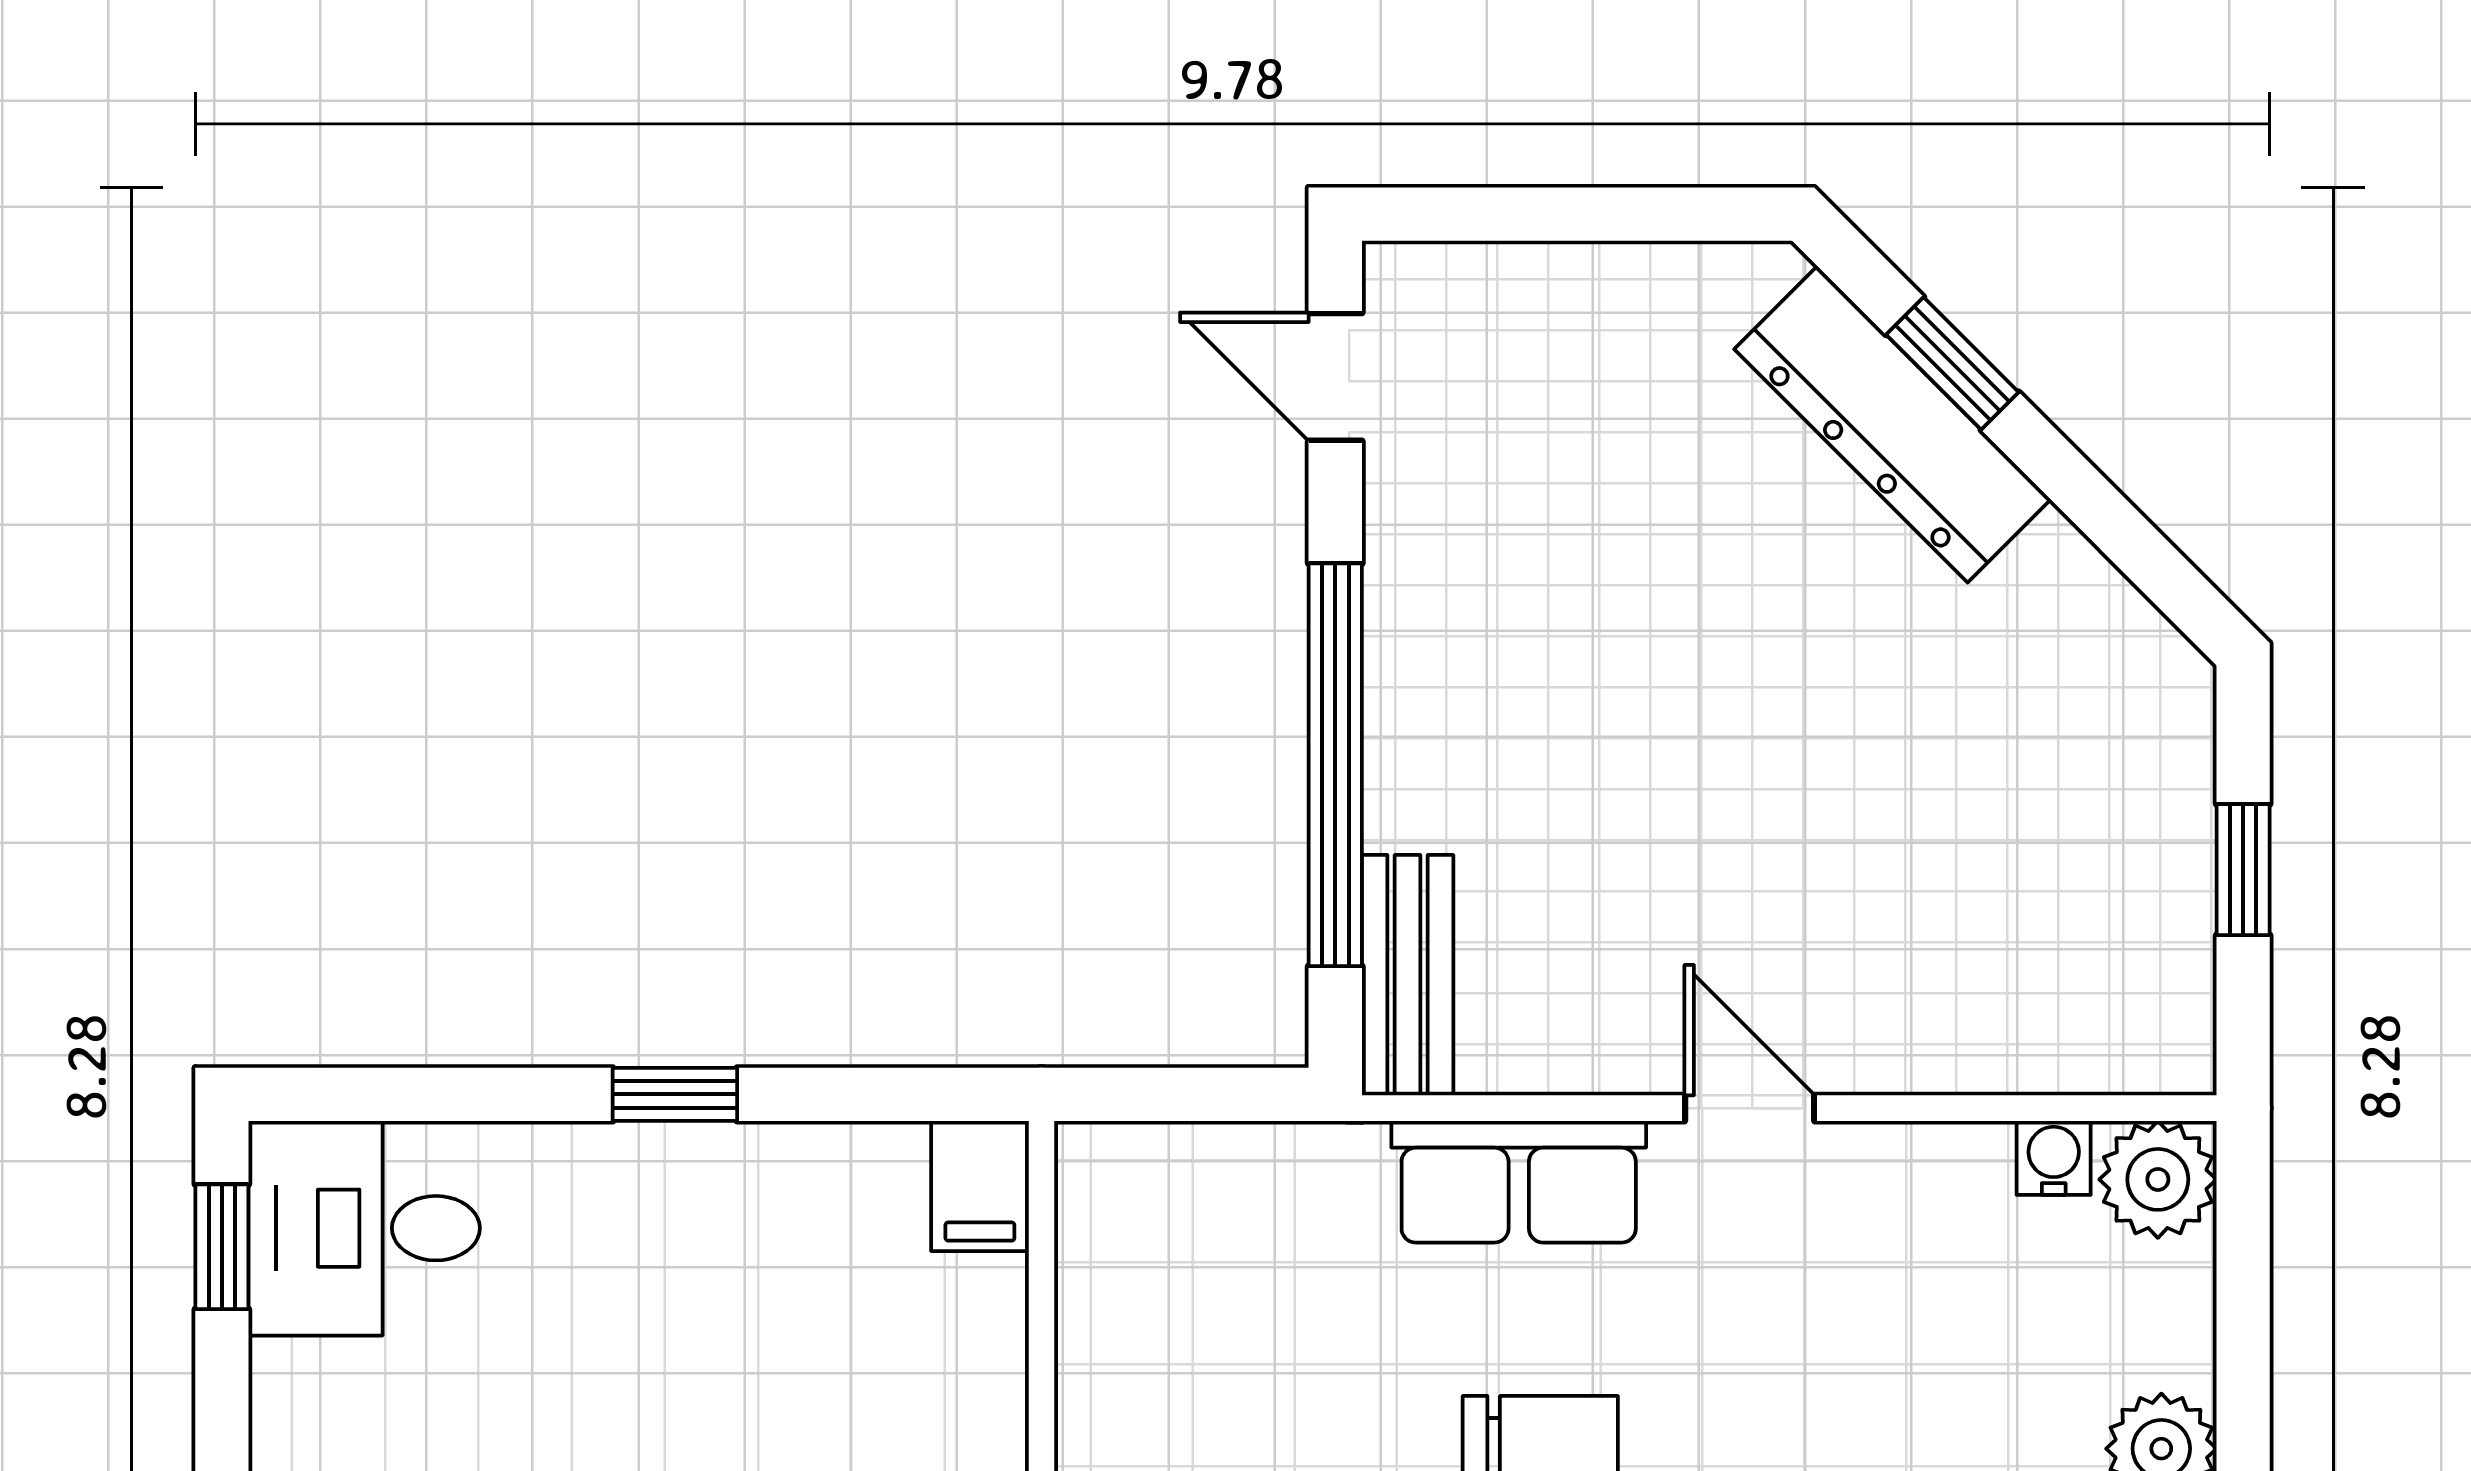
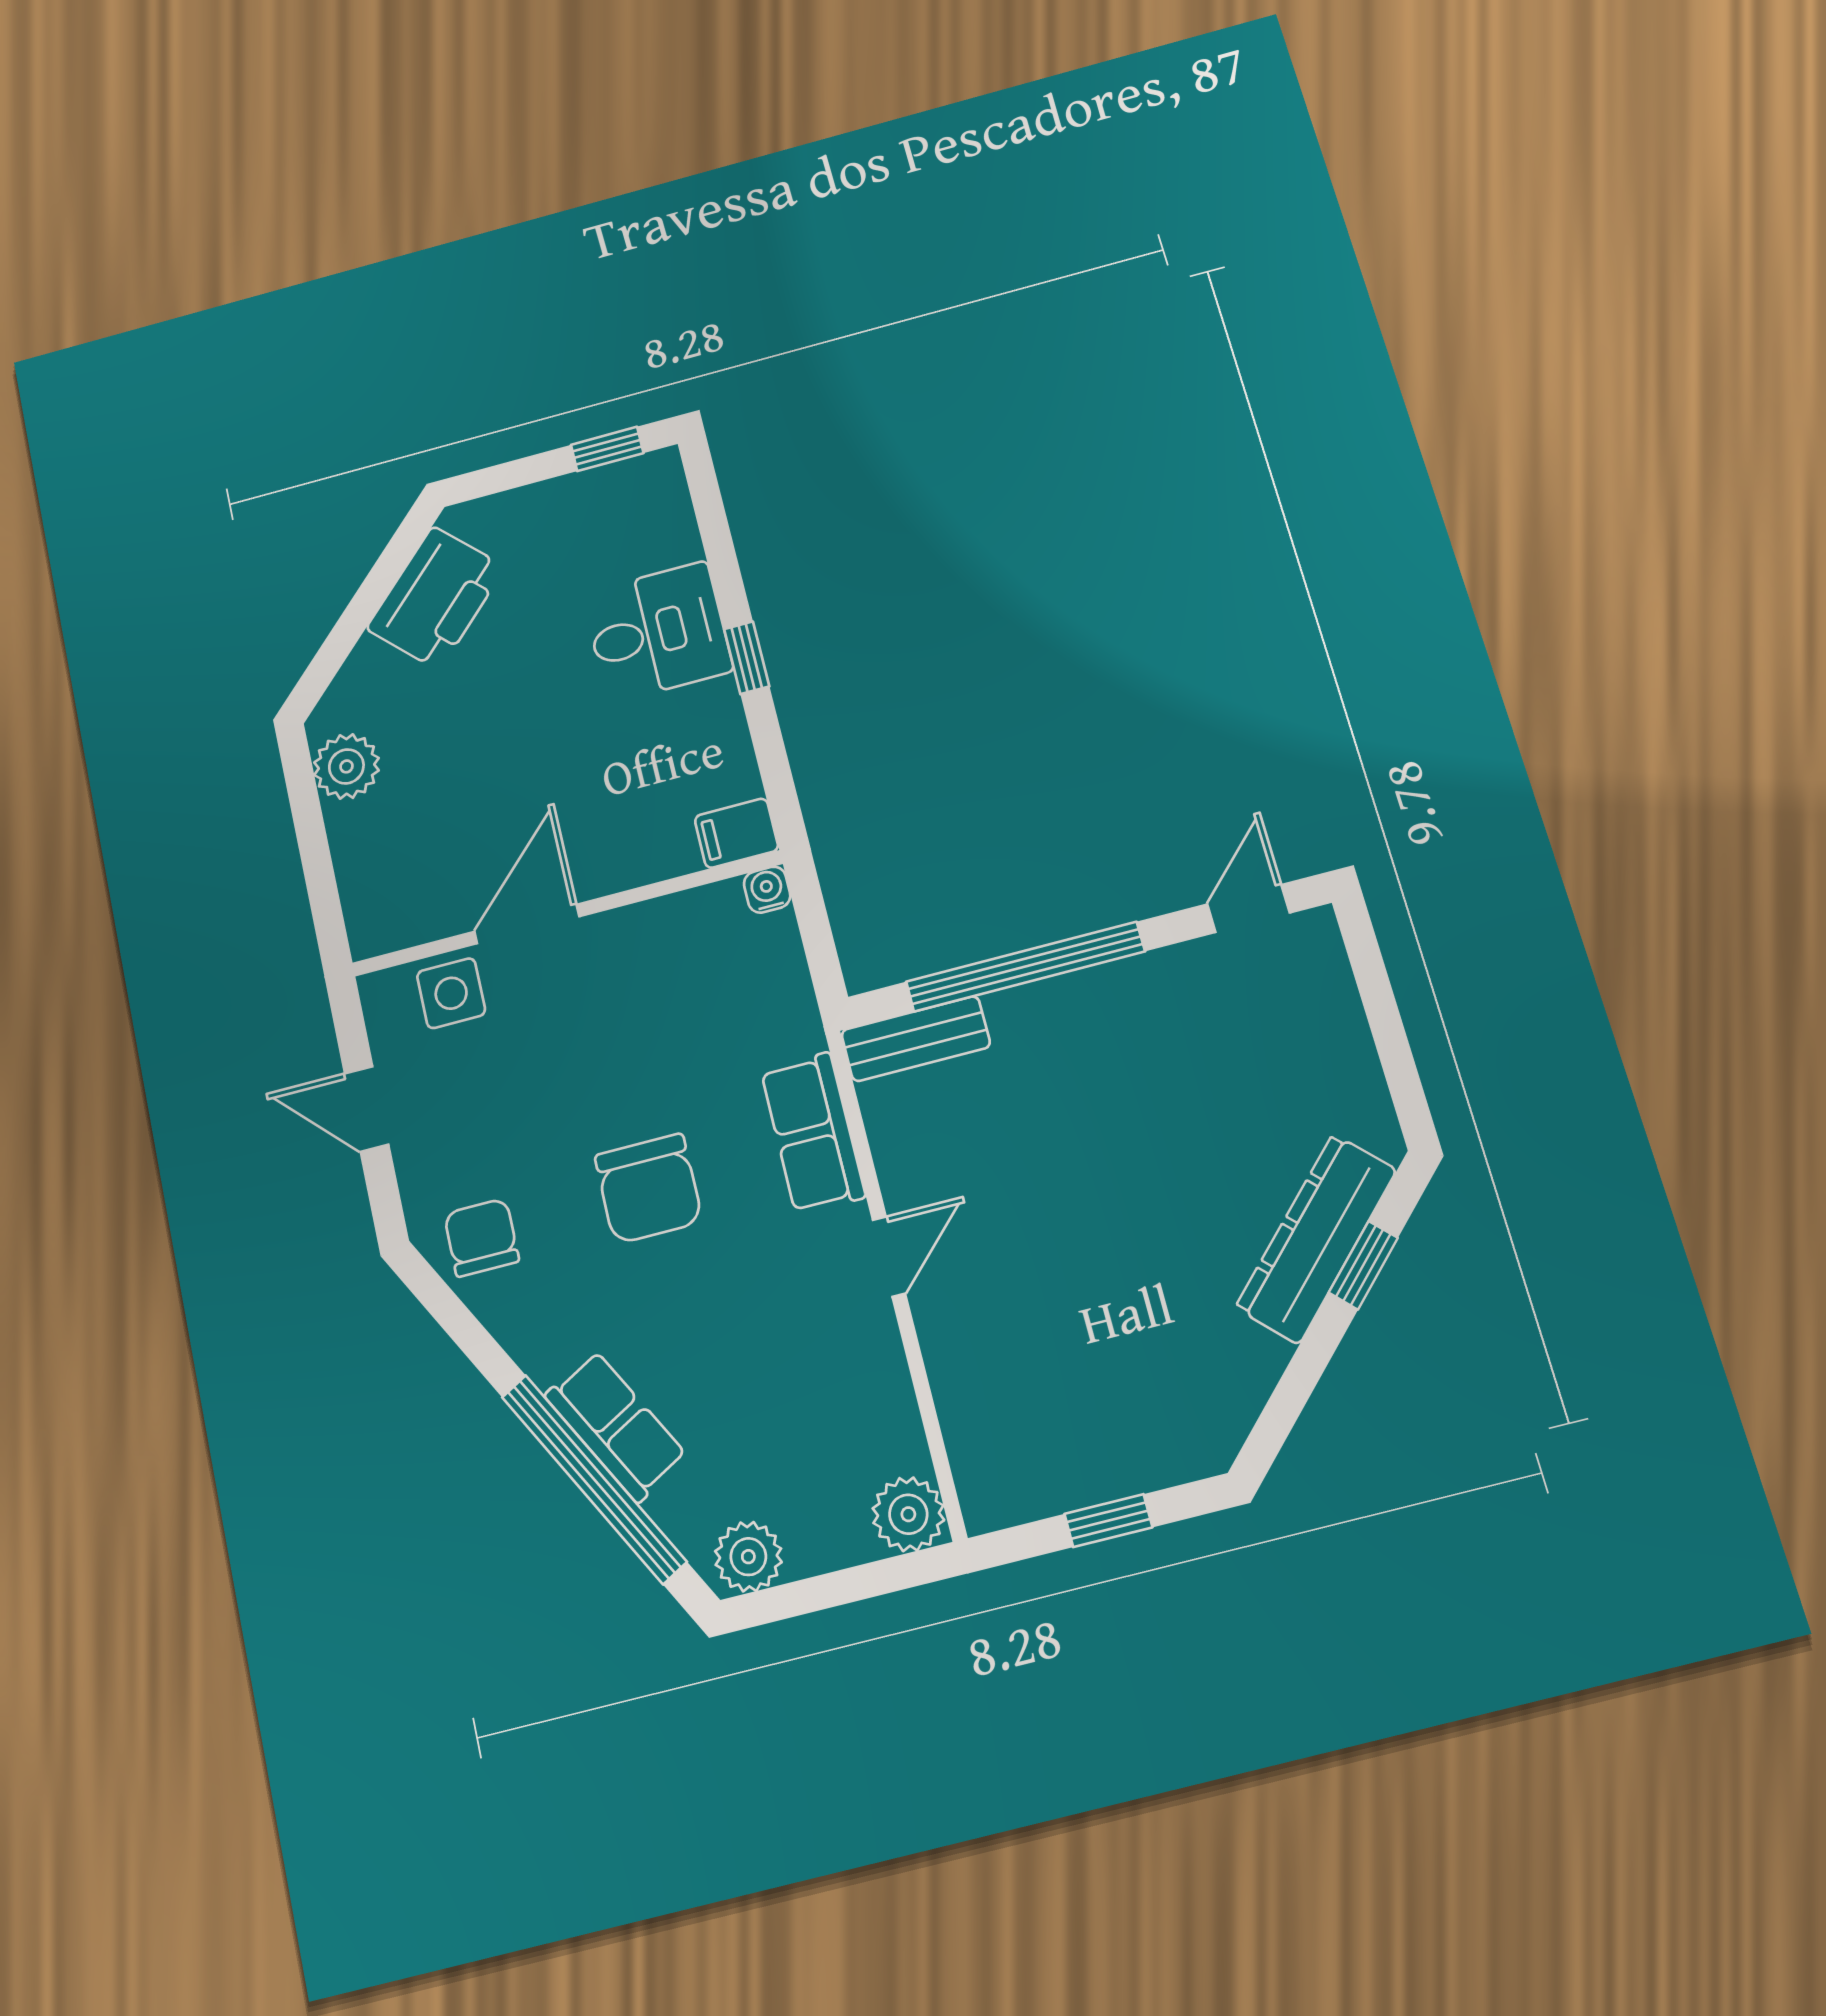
water cooler: (2054, 1158) -> (767, 890), moved, turned -90
desk: (364, 1228) -> (658, 632), moved, turned 90

